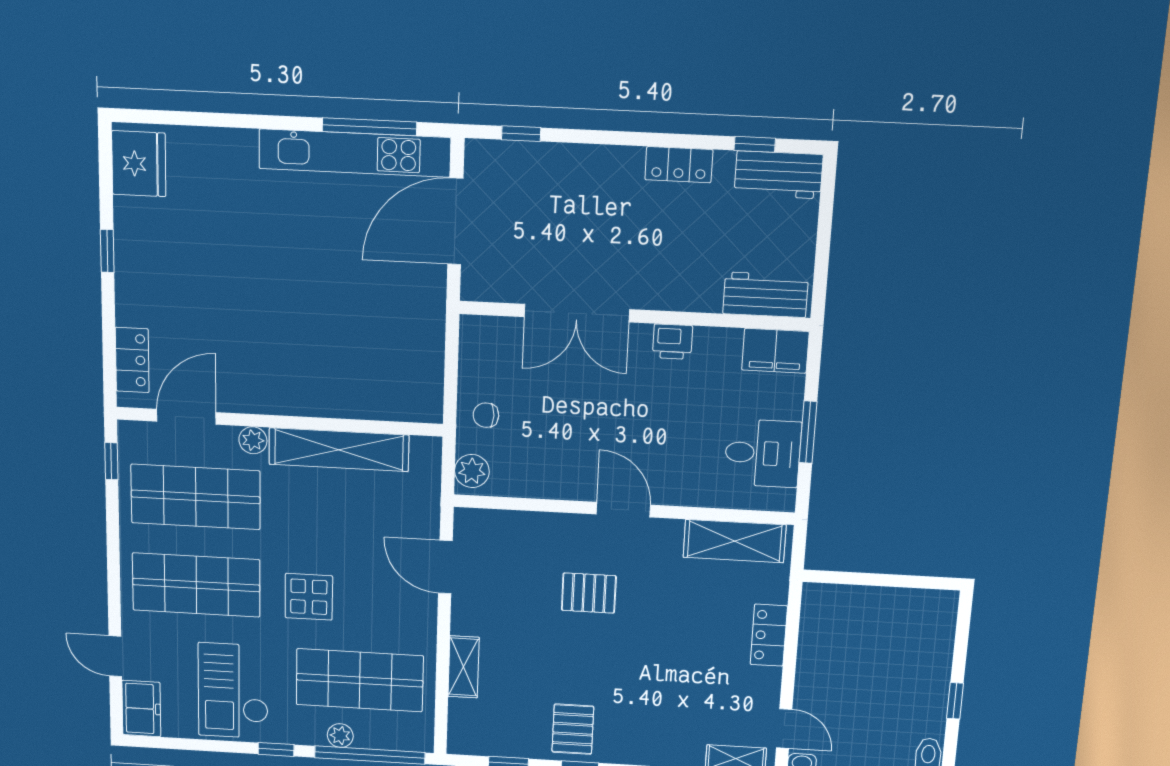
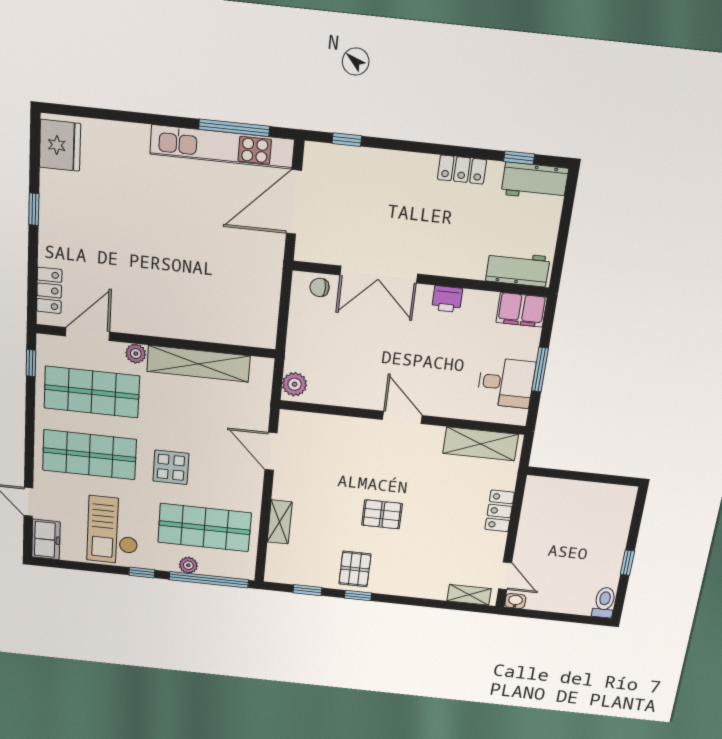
chair: (486, 415) -> (320, 287), moved
pallet: (589, 593) -> (382, 514), moved

